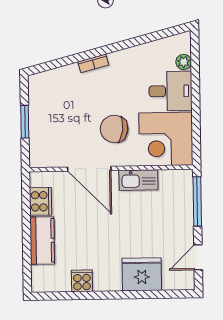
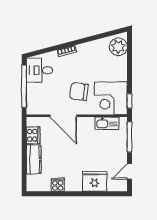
plant: (184, 62) -> (118, 47), width x1.88, depth x1.88
desk: (170, 91) -> (39, 70), moved, turned 180
window: (25, 122) -> (24, 86), width x2.11
window: (196, 143) -> (129, 101), added
kitchen sink: (138, 180) -> (107, 123), moved

